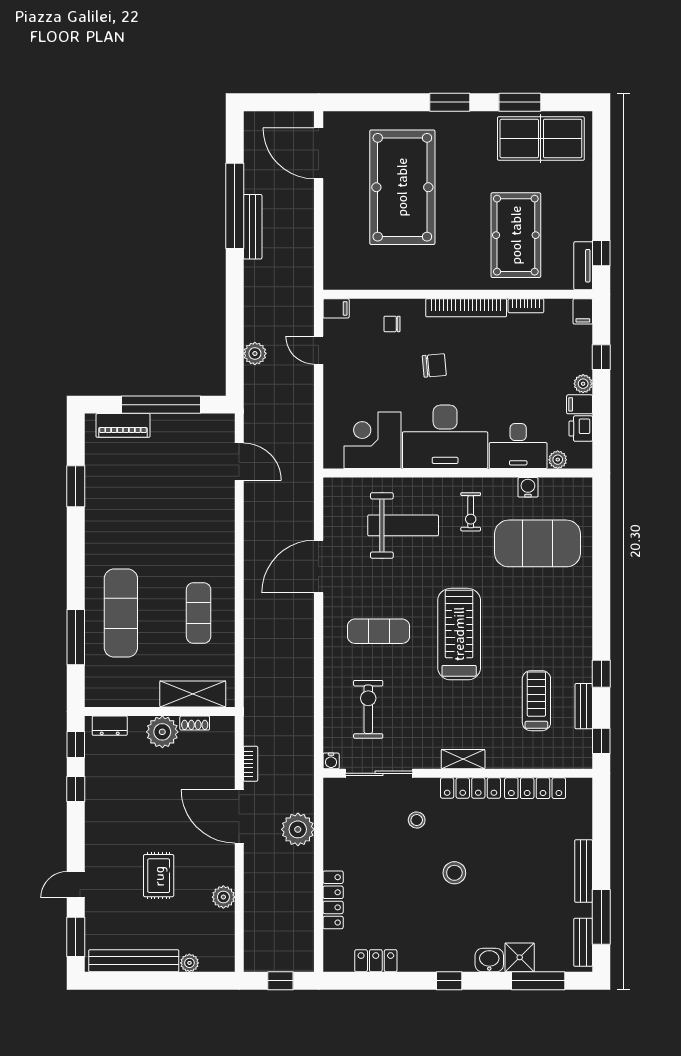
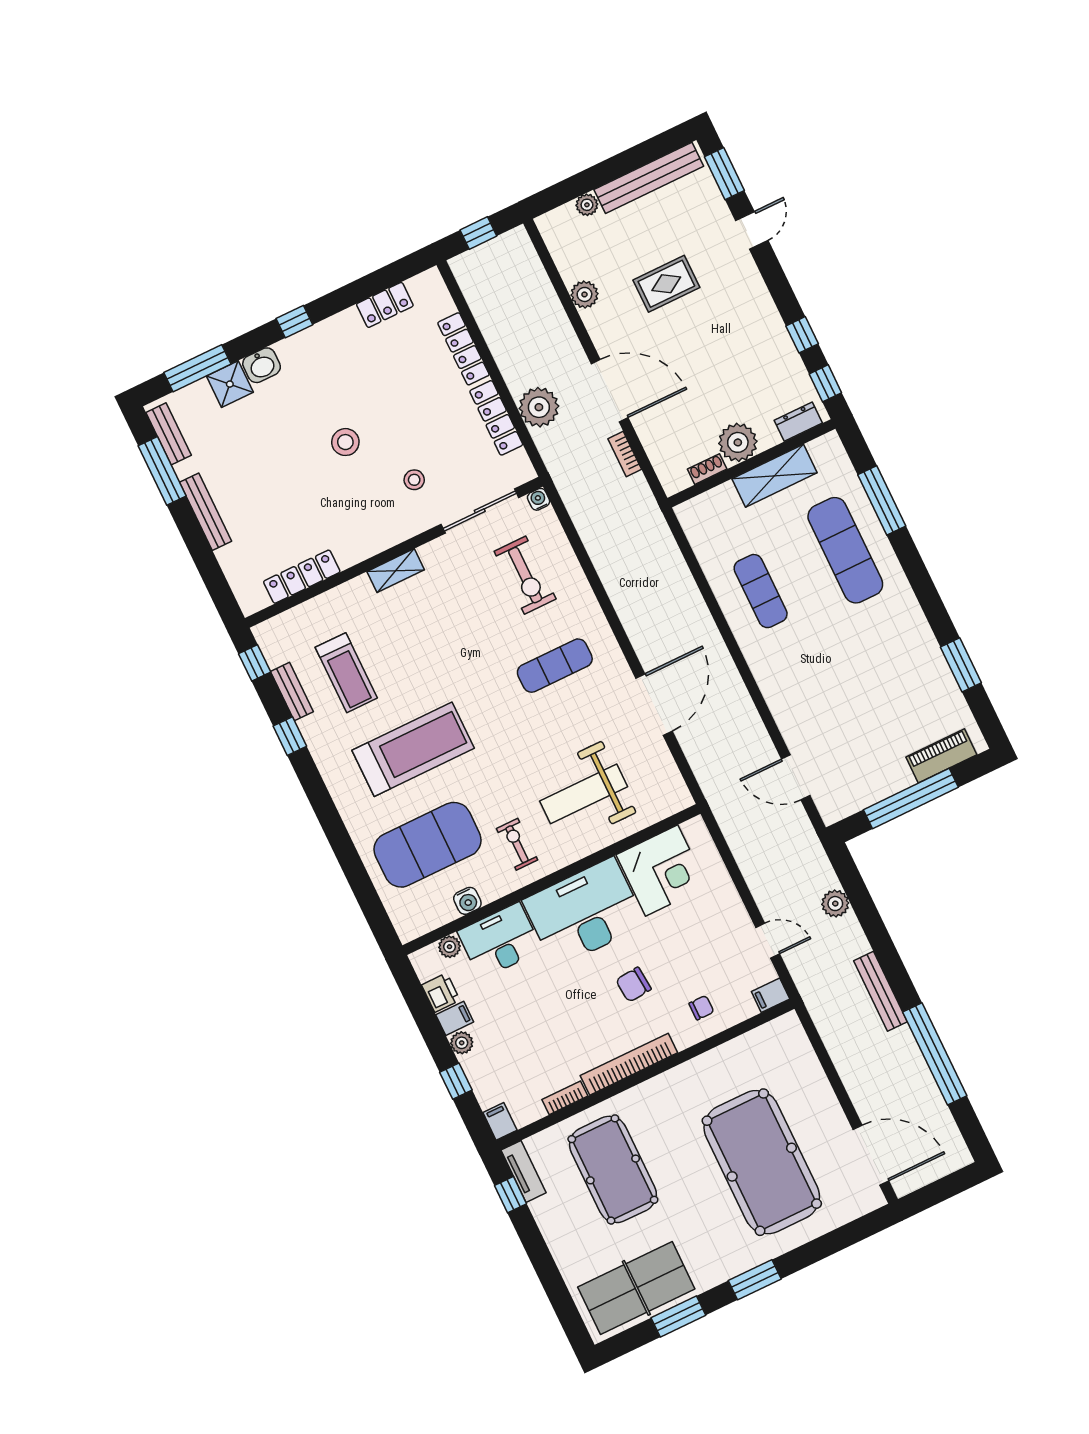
bench: (253, 227) -> (881, 991), moved
treadmill: (459, 634) -> (413, 749), moved, turned -90
shelving: (193, 694) -> (774, 476), moved
locker: (471, 788) -> (496, 418), moved, turned -90
rug: (159, 876) -> (666, 284), turned 90

